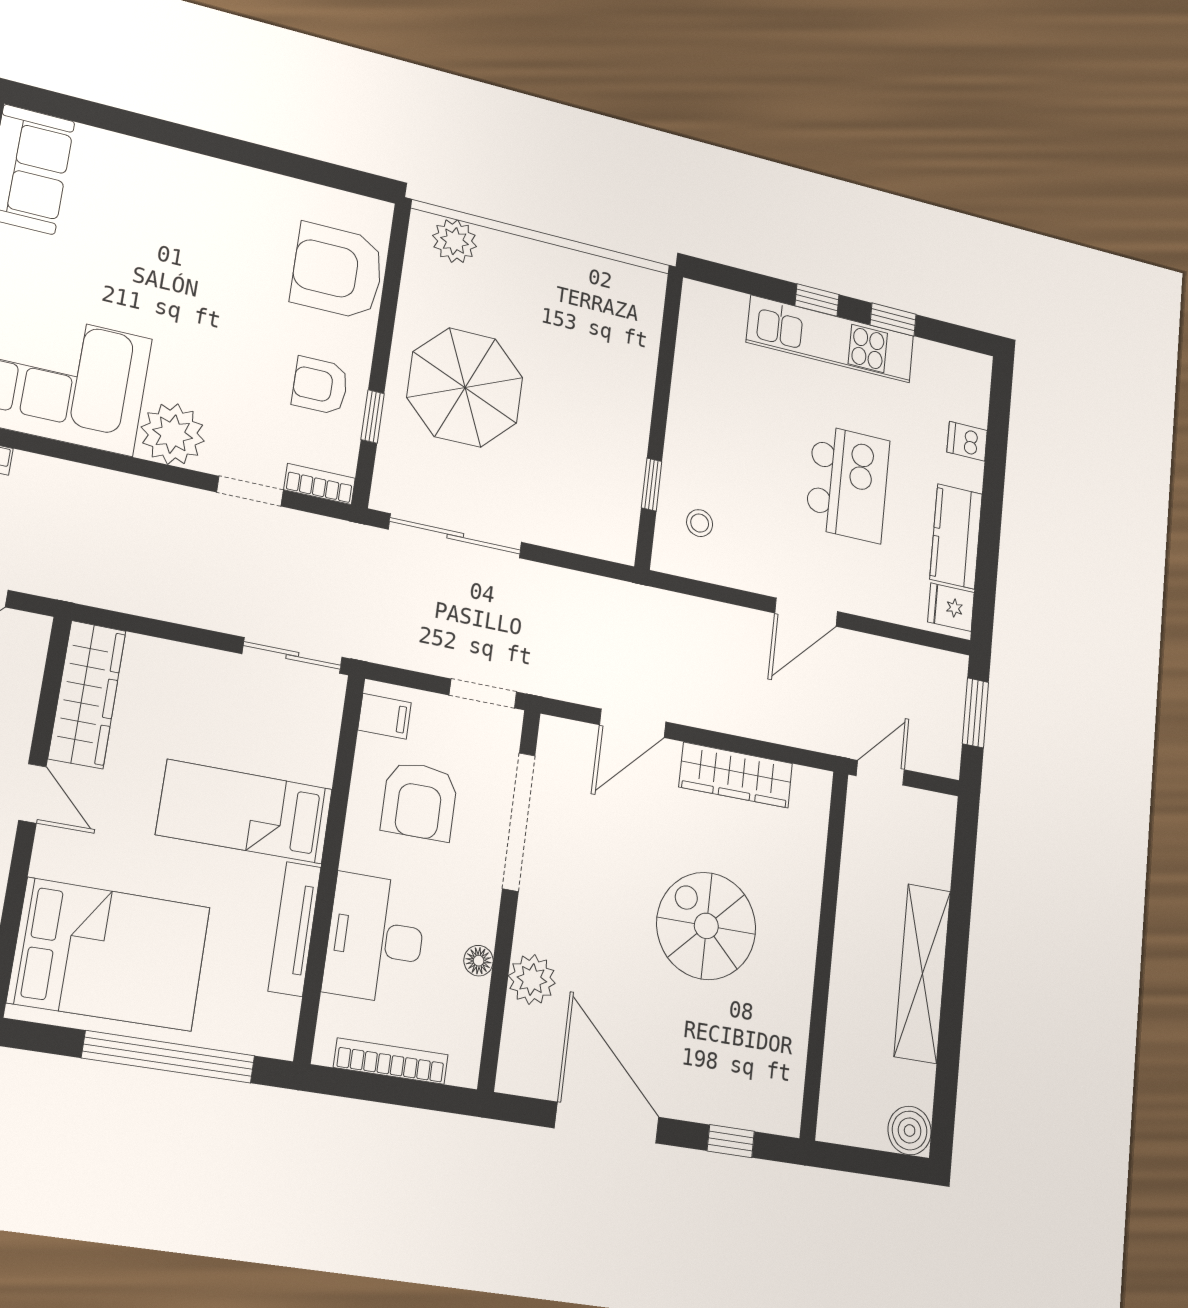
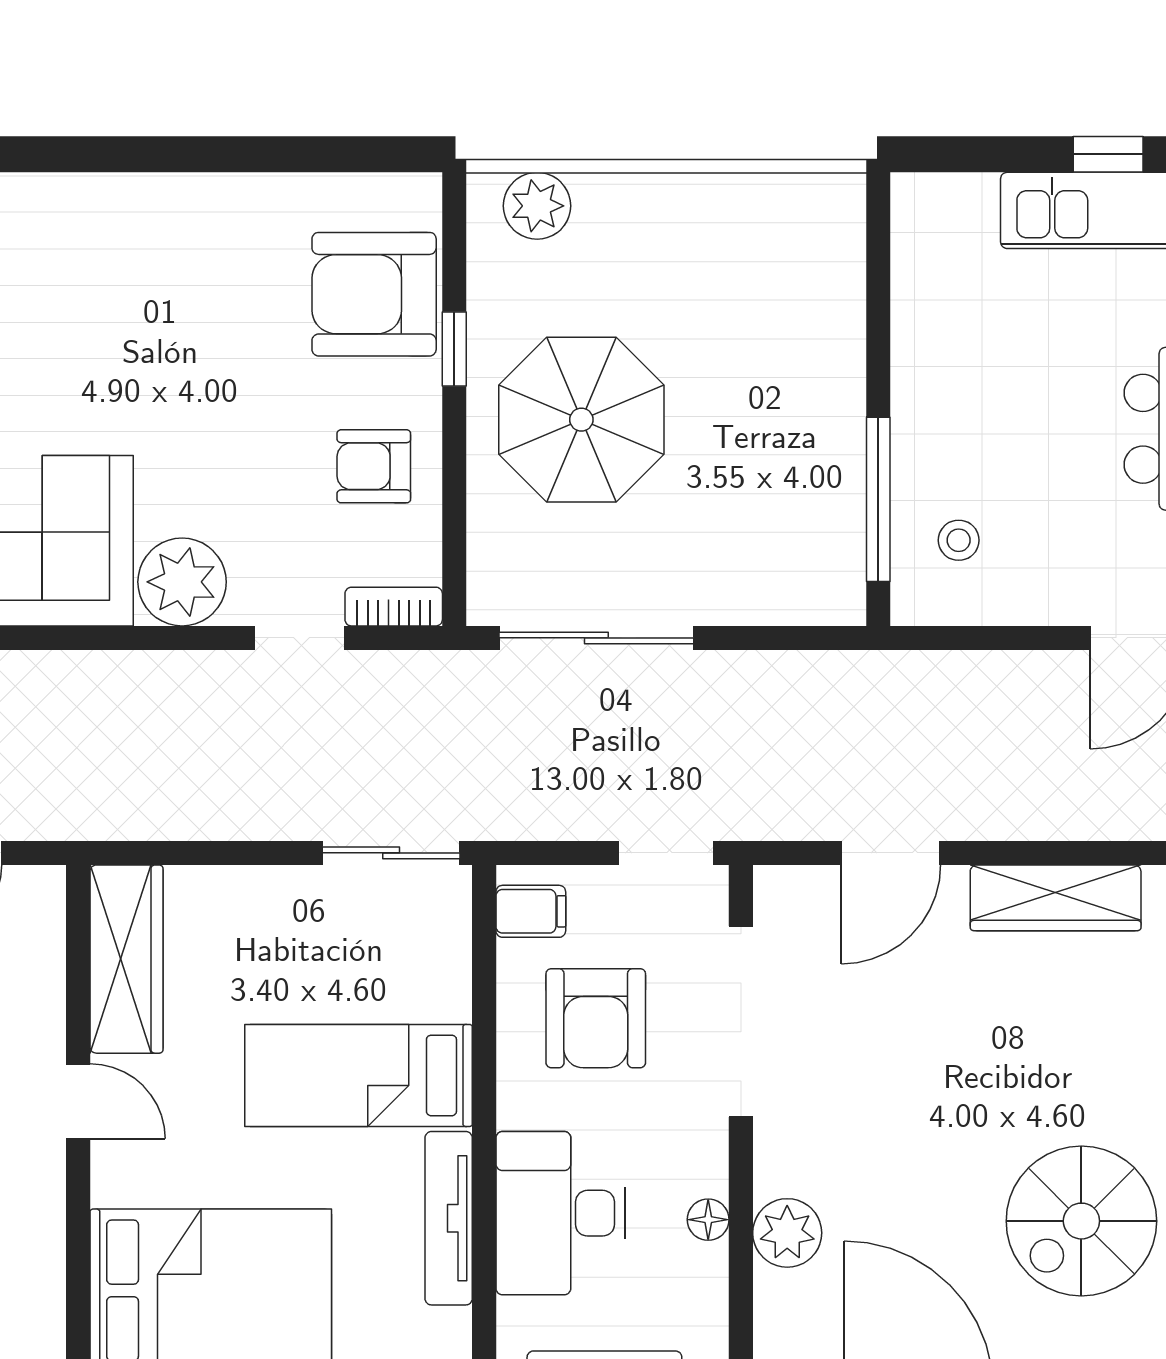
window: (373, 416) -> (454, 349), moved
window: (652, 485) -> (878, 499), width x2.17
spiral stairs: (706, 926) -> (1081, 1221), moved, turned -90

